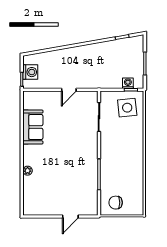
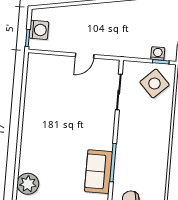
side table: (127, 108) -> (154, 83), turned -38
sofa: (33, 127) -> (98, 172), moved, turned 180
plant: (28, 171) -> (28, 184), moved, width x1.88, depth x1.88

